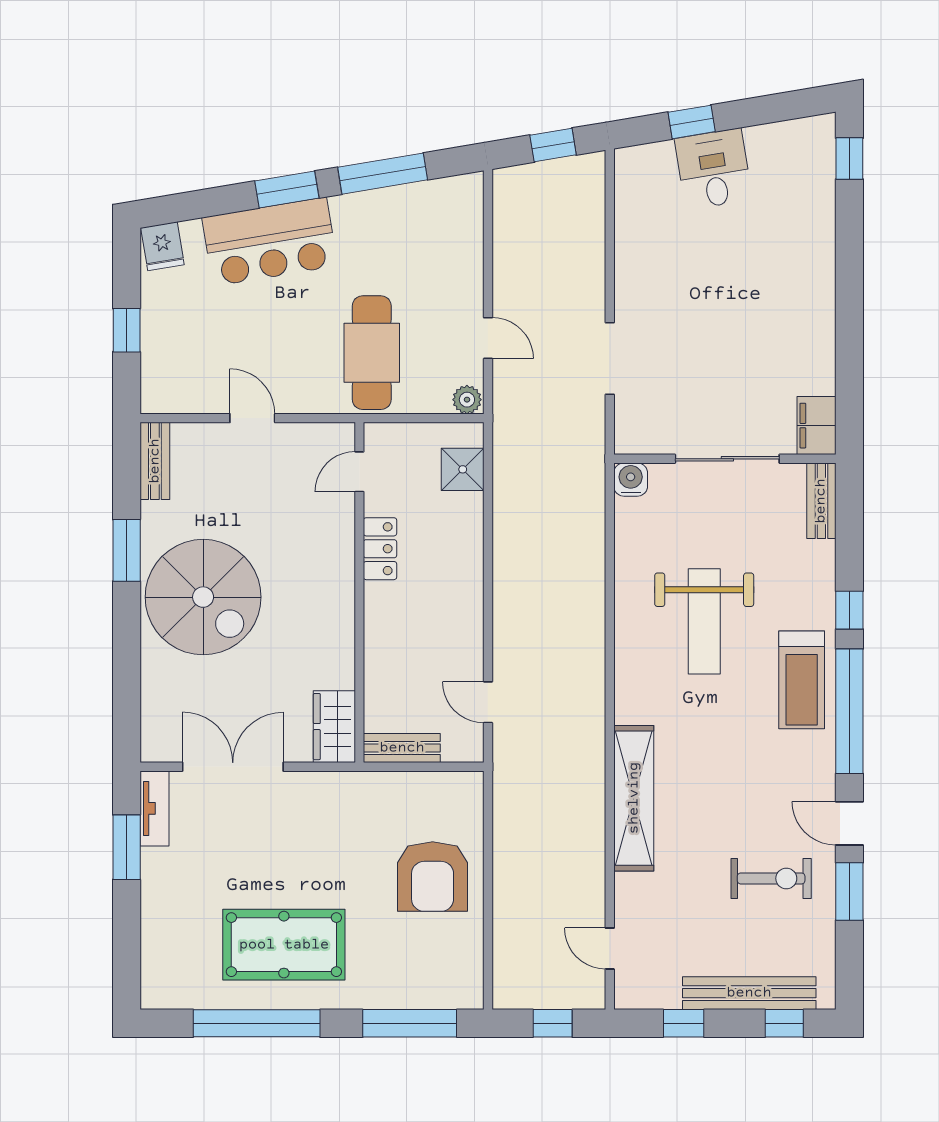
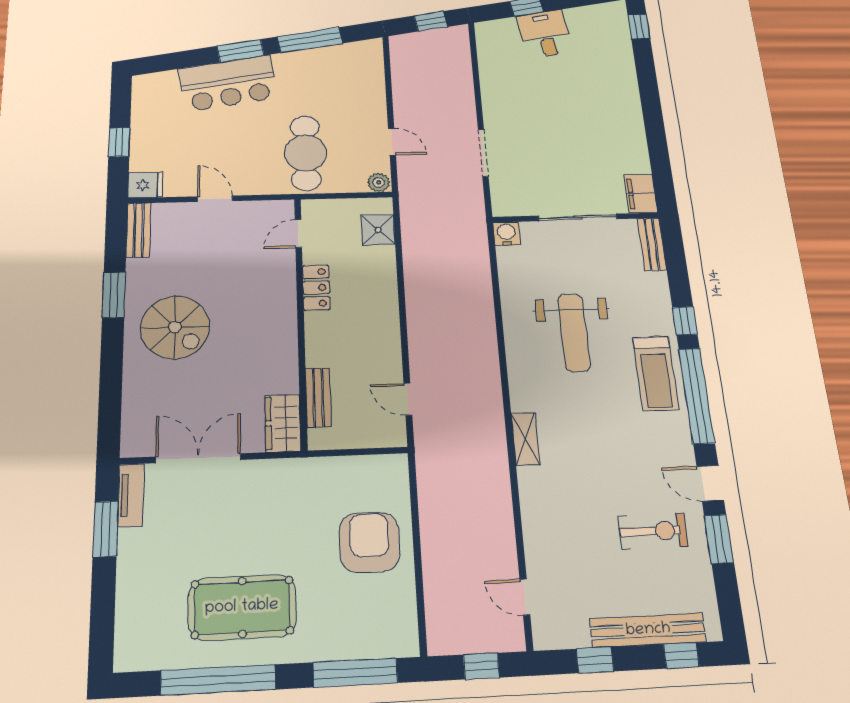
fridge: (162, 246) -> (145, 185), moved, turned -81
spiral stairs: (203, 597) -> (175, 327), width x0.73, depth x0.73
bench: (402, 748) -> (318, 398), moved, turned 90
shelving: (634, 798) -> (525, 439), width x0.45, depth x0.75
armchair: (433, 877) -> (369, 542), turned 180

